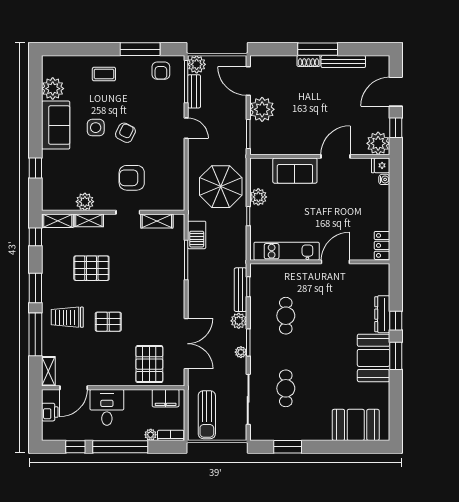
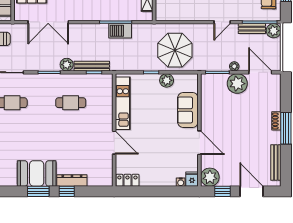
bench: (343, 62) -> (276, 162), moved
door: (248, 81) -> (260, 72), hinge flipped
barbecue: (197, 235) -> (120, 31), moved
plant: (241, 352) -> (234, 66), moved

